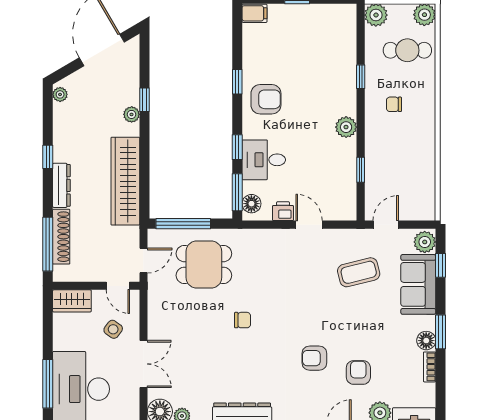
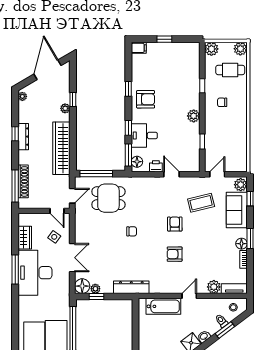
dresser: (61, 185) -> (23, 137), moved
wardrobe: (72, 301) -> (25, 238), moved, turned -90
armchair: (358, 372) -> (175, 224), moved

